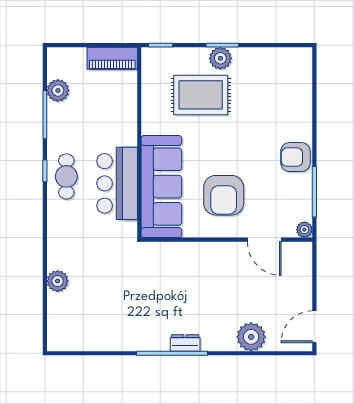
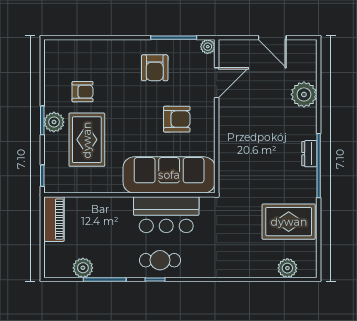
armchair: (254, 90) -> (83, 92), added
armchair: (295, 157) -> (155, 68), moved
armchair: (224, 195) -> (177, 119), width x0.73, depth x0.73
plant: (58, 281) -> (287, 268), moved
rug: (109, 320) -> (289, 222), added
door: (314, 327) -> (272, 38), moved

